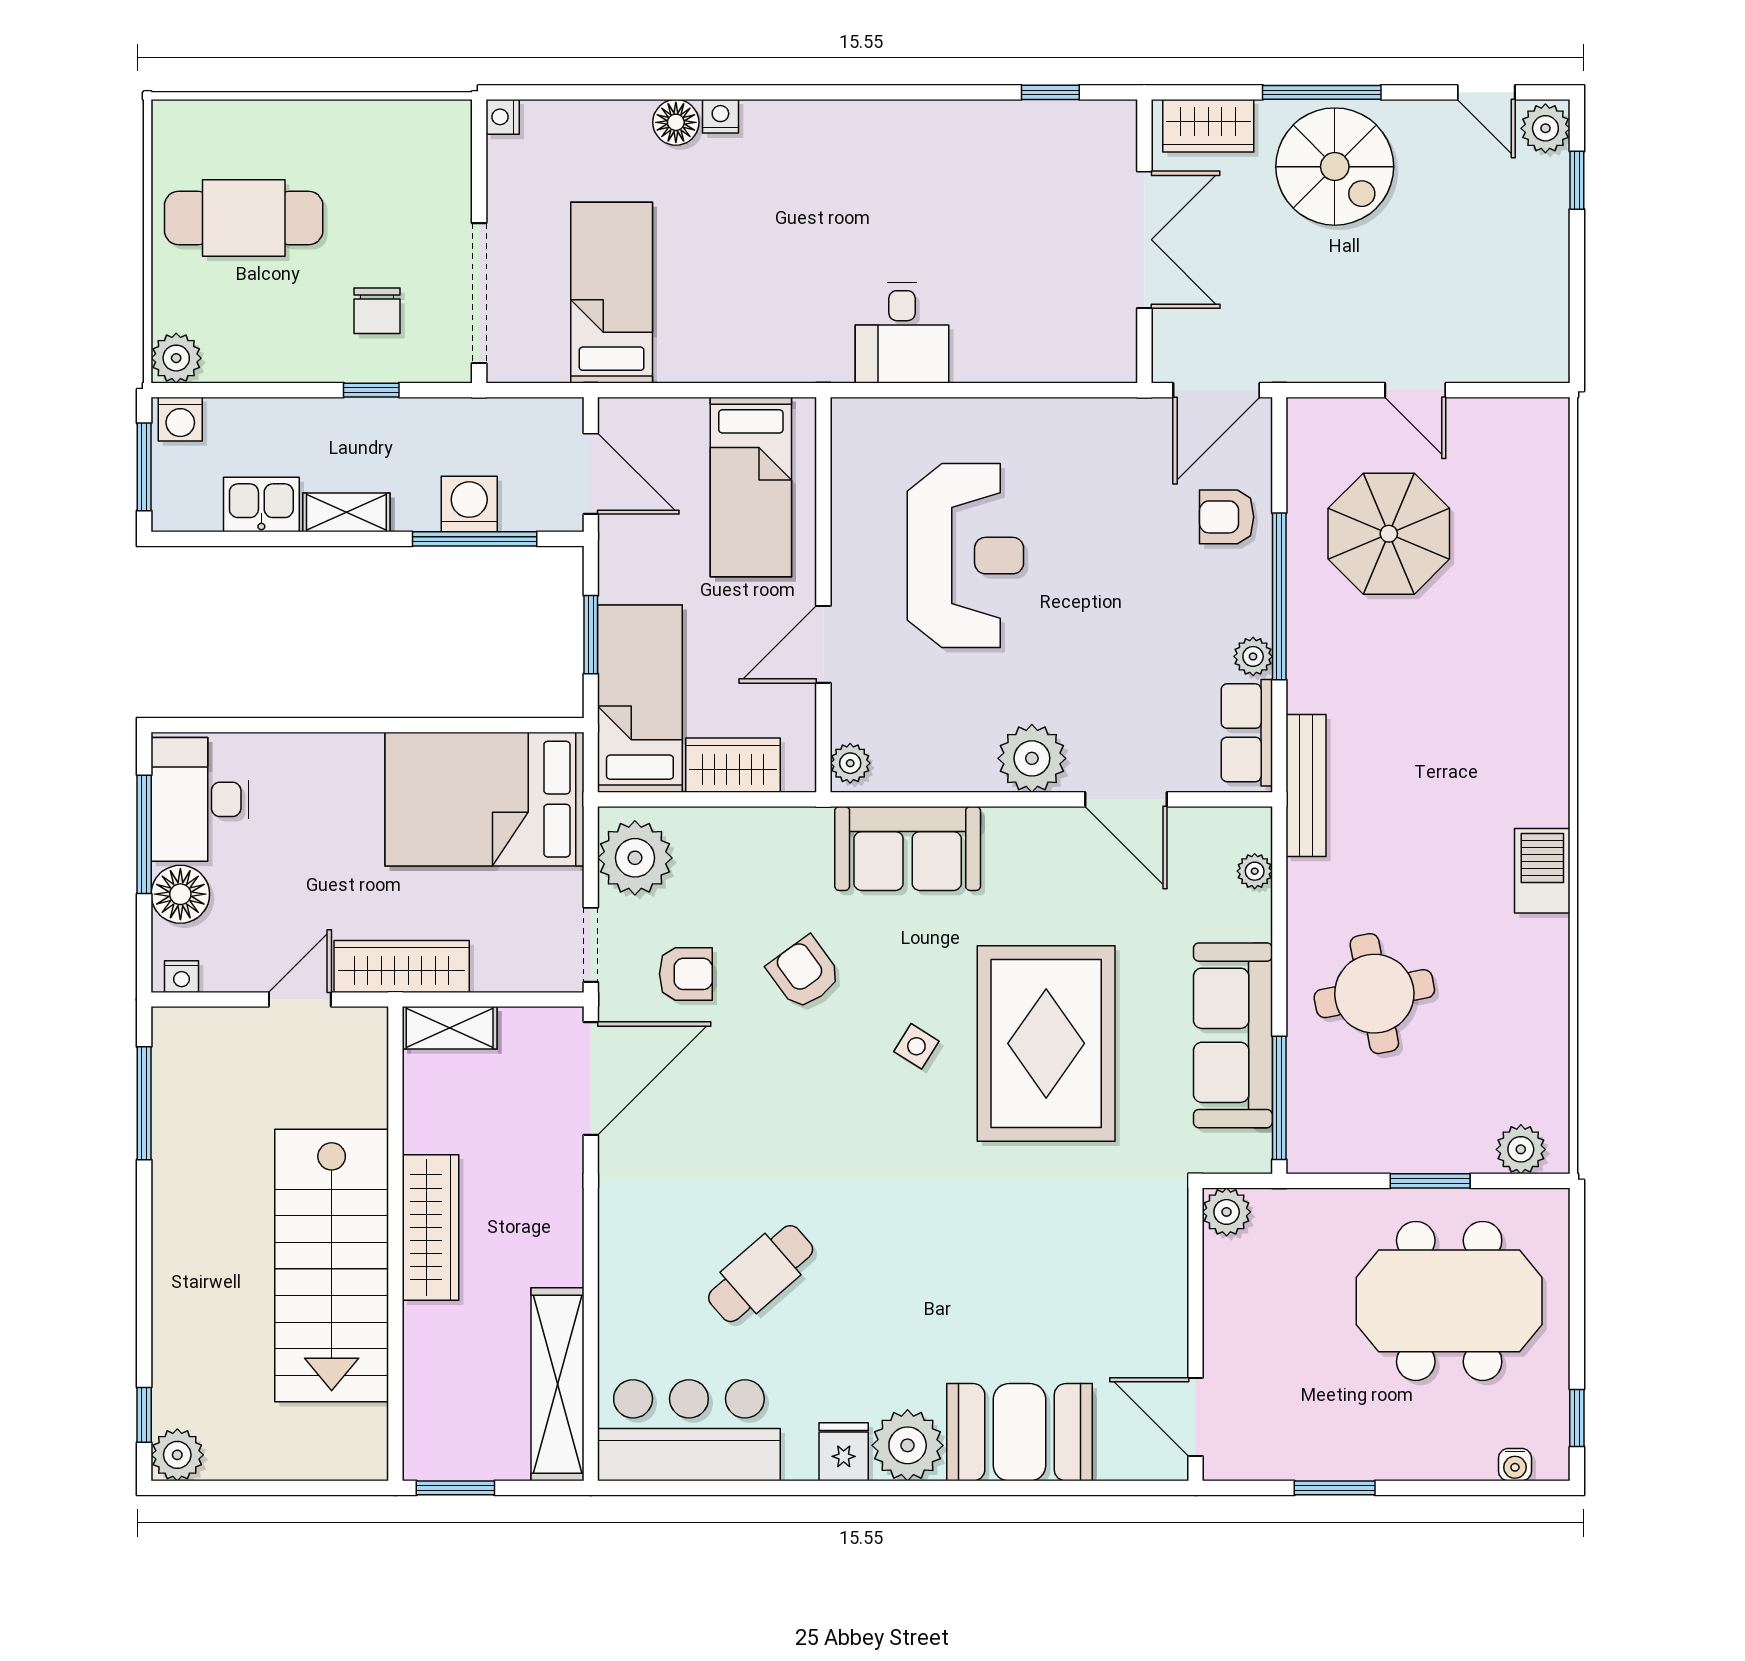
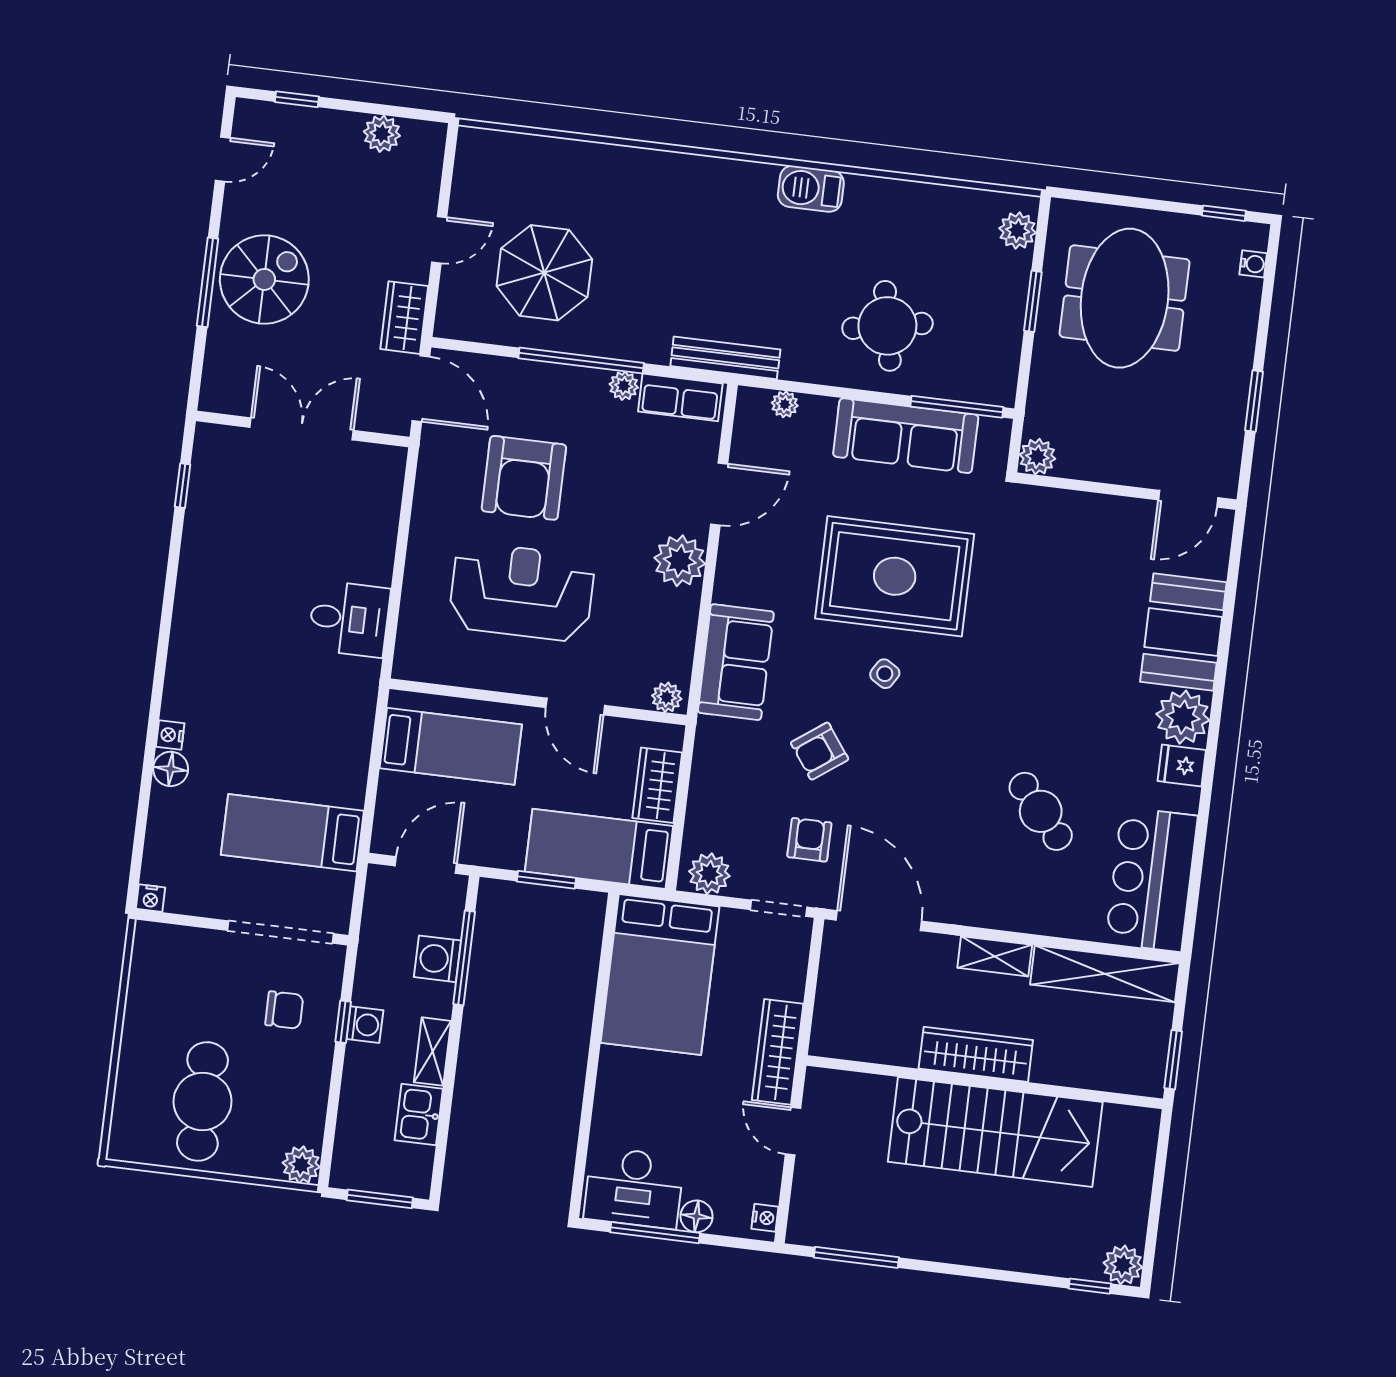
wardrobe: (1208, 126) -> (404, 318), moved, turned 180
plant: (1545, 128) -> (382, 134), moved
washing machine: (180, 419) -> (365, 1025), moved
armchair: (1227, 517) -> (524, 478), moved, width x1.88, depth x1.88
plant: (635, 858) -> (709, 874), width x0.73, depth x0.73
floor lamp: (180, 894) -> (697, 1216), width x0.73, depth x0.73
shelving: (450, 1028) -> (995, 956), moved, turned 90

